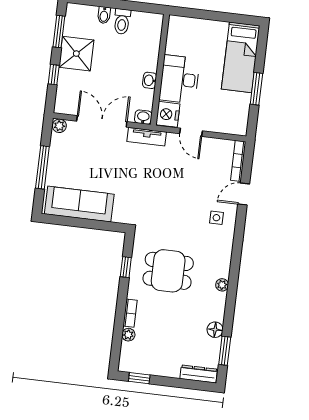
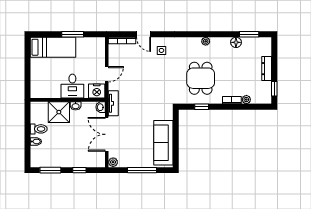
shower: (76, 54) -> (59, 112), moved
desk: (179, 79) -> (72, 86), width x0.73
dresser: (199, 374) -> (267, 69), moved

